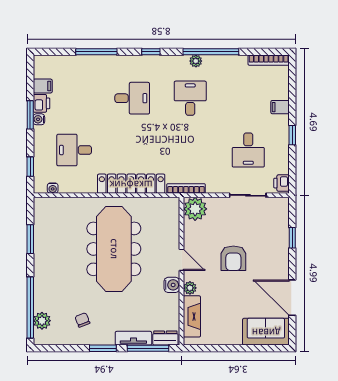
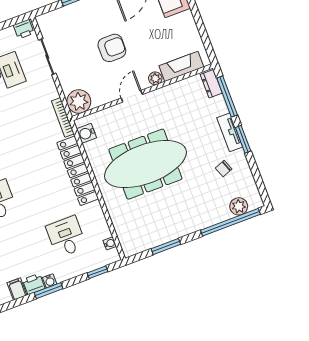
desk: (74, 150) -> (66, 237), turned 180
water cooler: (172, 285) -> (87, 133), moved, turned -90
tv unit: (133, 338) -> (230, 132), moved

